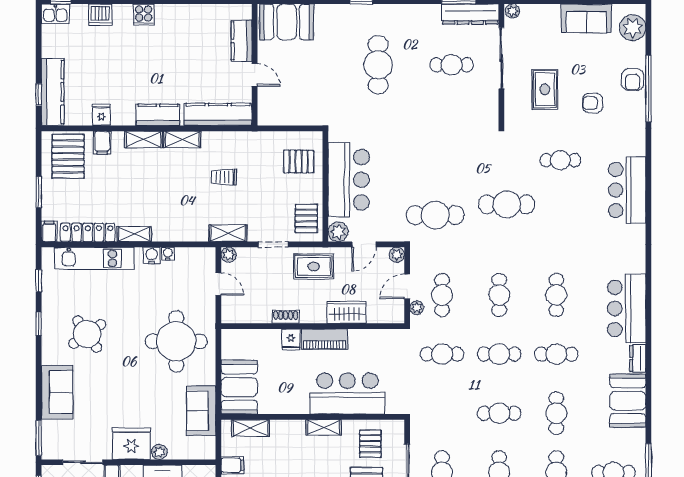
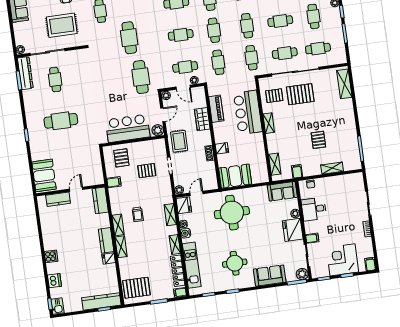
rug: (545, 89) -> (62, 25), width x1.36, depth x1.43
kitchen counter: (218, 114) -> (100, 200), width x0.67
fridge: (101, 115) -> (109, 258), moved
filing cabinet: (102, 143) -> (114, 182), moved
trolley: (224, 177) -> (138, 214), moved
pallet: (306, 218) -> (147, 171), moved
shelving: (228, 233) -> (170, 215), moved
door: (364, 244) -> (163, 115), hinge flipped
fridge: (201, 259) -> (184, 205), added
round table: (87, 334) -> (235, 263), turned 35
piano: (324, 339) -> (216, 109), moved
booth: (239, 387) -> (235, 176), moved
sofa: (201, 411) -> (282, 191), moved
cafe table: (442, 413) -> (252, 58), added
plant: (52, 449) -> (302, 274), added

